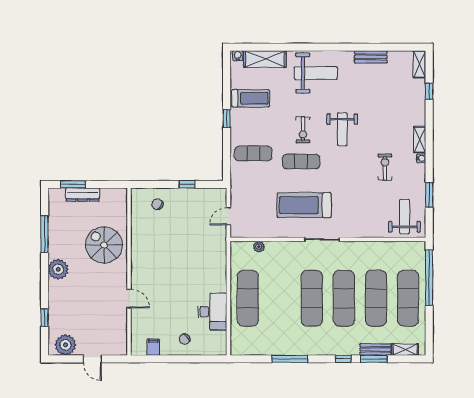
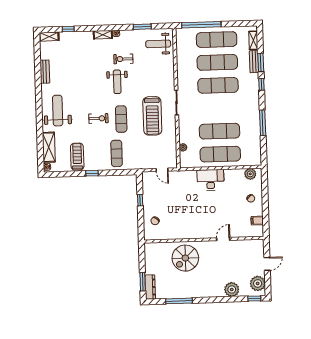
weight bench: (342, 129) -> (117, 82), moved, turned 90
dresser: (83, 195) -> (150, 287), moved
plant: (58, 269) -> (232, 289), moved
exercise mat: (312, 298) -> (219, 131), moved
desk: (212, 312) -> (211, 180), moved
window: (45, 318) -> (254, 299), moved
plant: (219, 339) -> (250, 174), added

